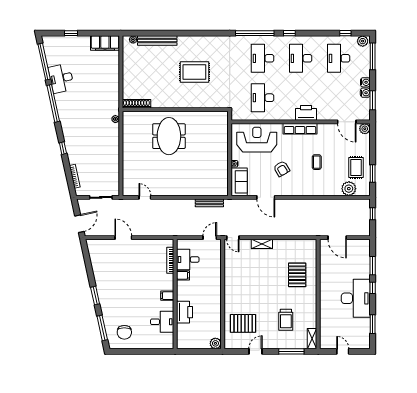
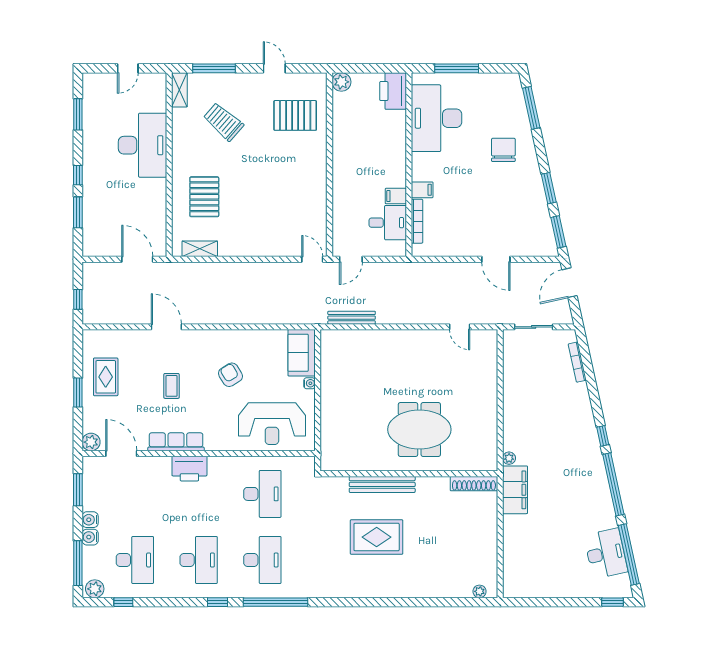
window: (71, 33) -> (613, 602), moved
bench: (157, 41) -> (382, 484), moved
filing cabinet: (105, 43) -> (515, 490), moved, turned 90
desk: (61, 78) -> (606, 554), moved
water cooler: (365, 93) -> (90, 537), moved
row of seats: (300, 129) -> (176, 442), moved
meeting table: (169, 136) -> (419, 430), turned 90
window: (63, 148) -> (603, 436), moved
window: (373, 173) -> (78, 393), moved
plant: (349, 189) -> (118, 341), removed
door: (266, 197) -> (166, 327), moved
shelving: (262, 244) -> (200, 249), moved
window: (86, 254) -> (558, 232), added
window: (95, 296) -> (549, 188), moved
filing cabinet: (167, 296) -> (422, 190), moved
desk: (356, 298) -> (142, 145), moved, turned 180
printer: (185, 312) -> (393, 91), moved
trolley: (286, 320) -> (223, 122), turned -49
desk: (162, 322) -> (437, 118), width x1.87, depth x1.30
chair: (124, 332) -> (503, 150), moved
window: (147, 351) -> (457, 68), added
door: (255, 351) -> (274, 68), swing flipped
door: (343, 351) -> (128, 68), hinge flipped

